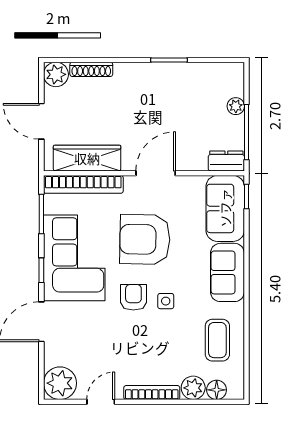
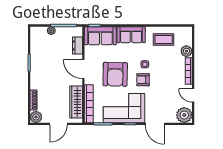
dresser: (226, 161) -> (78, 45), moved
floor lamp: (217, 390) -> (187, 40), removed

